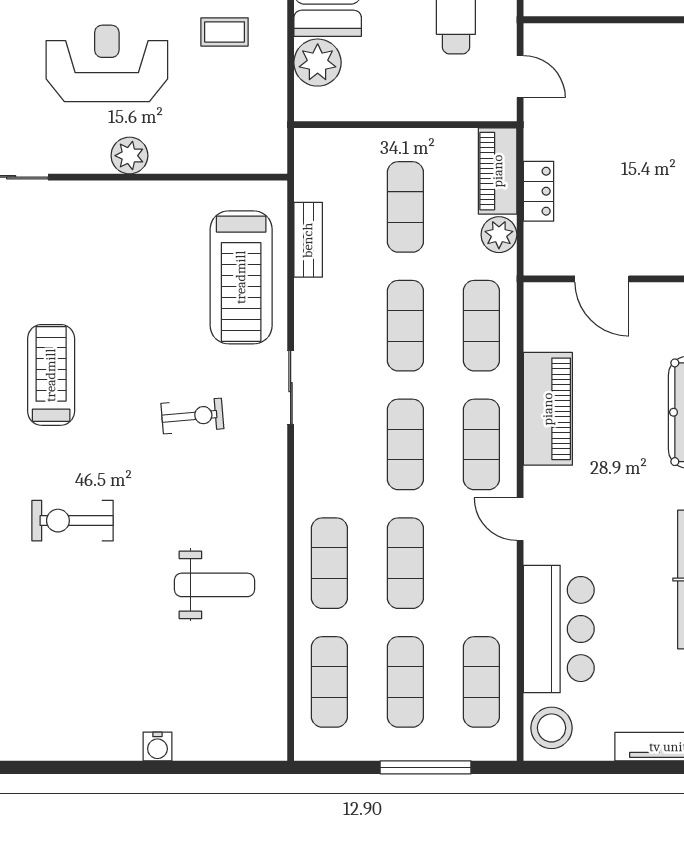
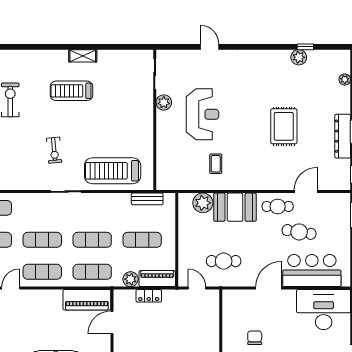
door: (520, 77) -> (197, 288), swing flipped
plant: (129, 156) -> (164, 102), moved
bench: (308, 240) -> (147, 199), moved
treadmill: (51, 375) -> (71, 91), turned 180
piano: (548, 409) -> (87, 300), moved

